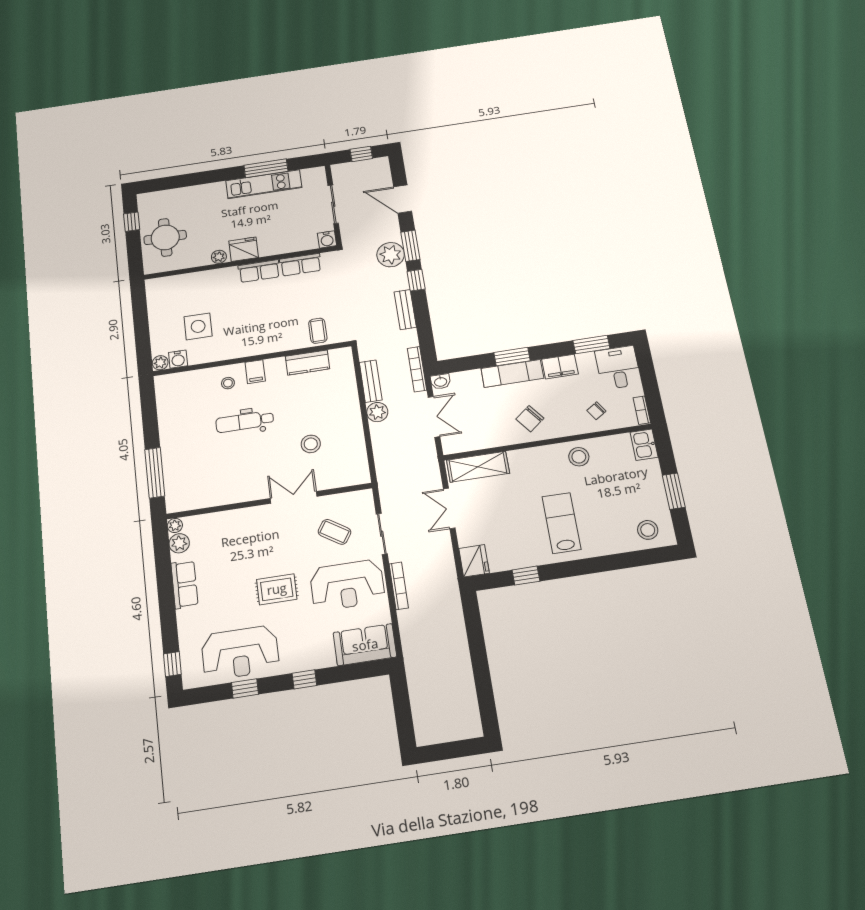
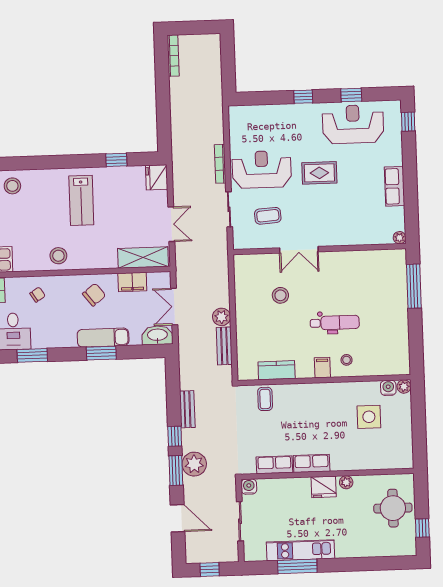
filing cabinet: (560, 367) -> (132, 282), moved, turned 180
bookcase: (417, 369) -> (173, 56), moved
washbasin: (441, 382) -> (157, 335), width x1.91, depth x1.45
coffee table: (334, 532) -> (268, 216), turned -37
plant: (179, 543) -> (397, 222), removed
sofa: (365, 645) -> (252, 119), removed

